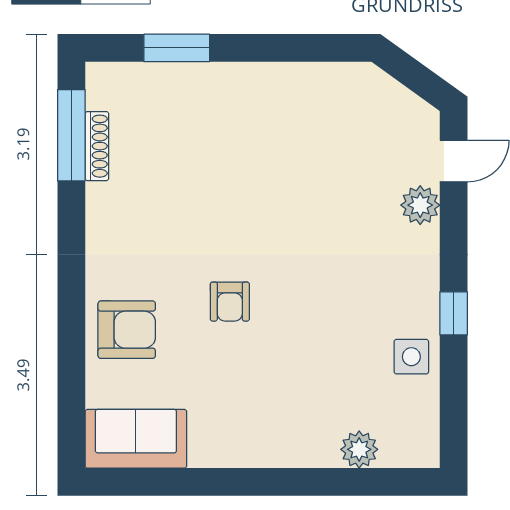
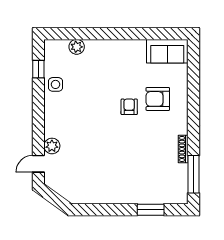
shoe rack: (97, 146) -> (183, 149), moved
window: (454, 313) -> (38, 69), moved
armchair: (127, 330) -> (158, 99), moved

